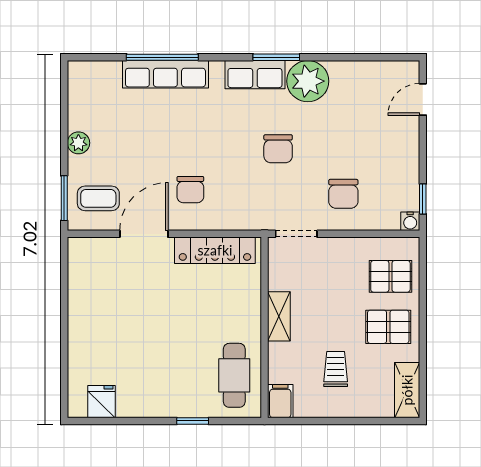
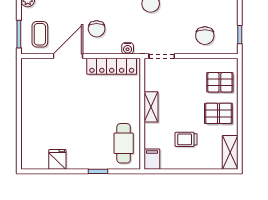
chair: (343, 194) -> (205, 36), moved
coffee table: (98, 198) -> (40, 34), turned 90
water cooler: (410, 221) -> (128, 48), moved
trolley: (336, 369) -> (186, 139), turned -90
fridge: (102, 402) -> (57, 159), moved

